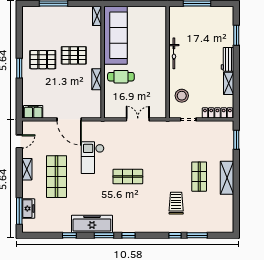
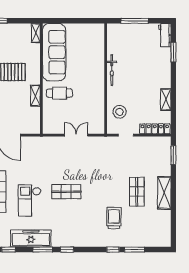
workbench: (228, 59) -> (165, 35), moved
checkout: (93, 158) -> (30, 200), moved

